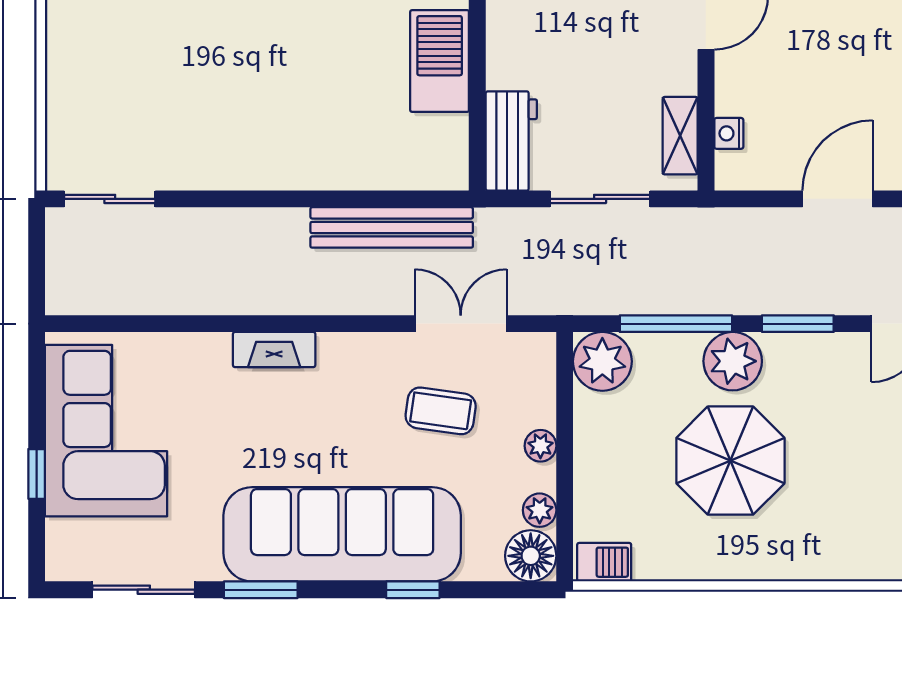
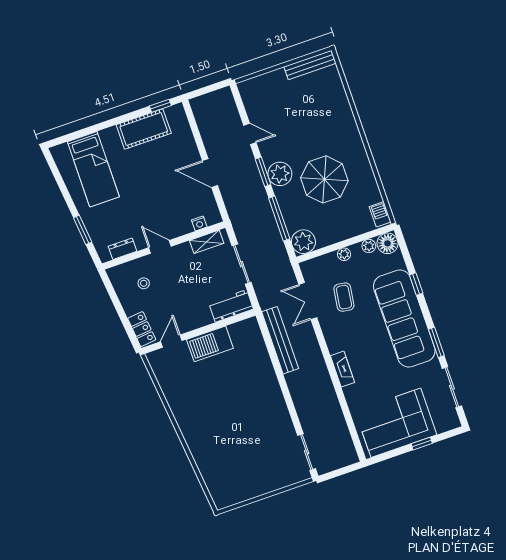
plant: (733, 361) -> (280, 174), moved

